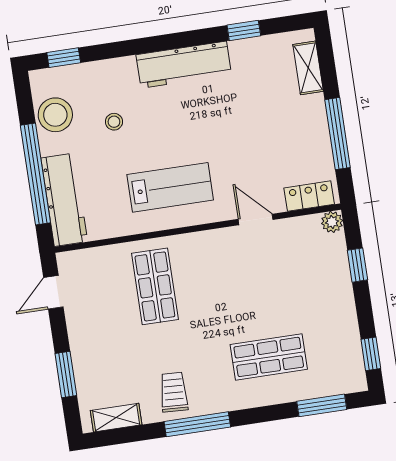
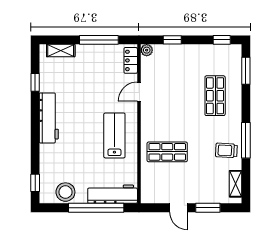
stool: (114, 122) -> (74, 161), removed
door: (53, 292) -> (178, 208), moved

